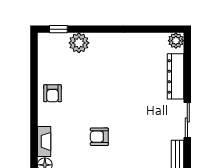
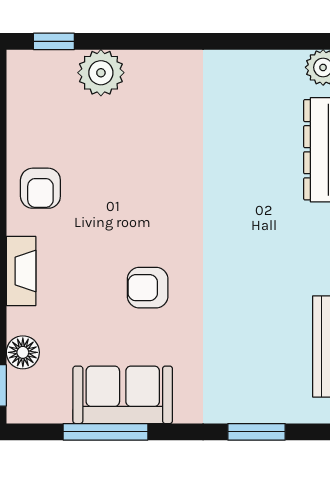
fireplace: (44, 141) -> (21, 271), moved

